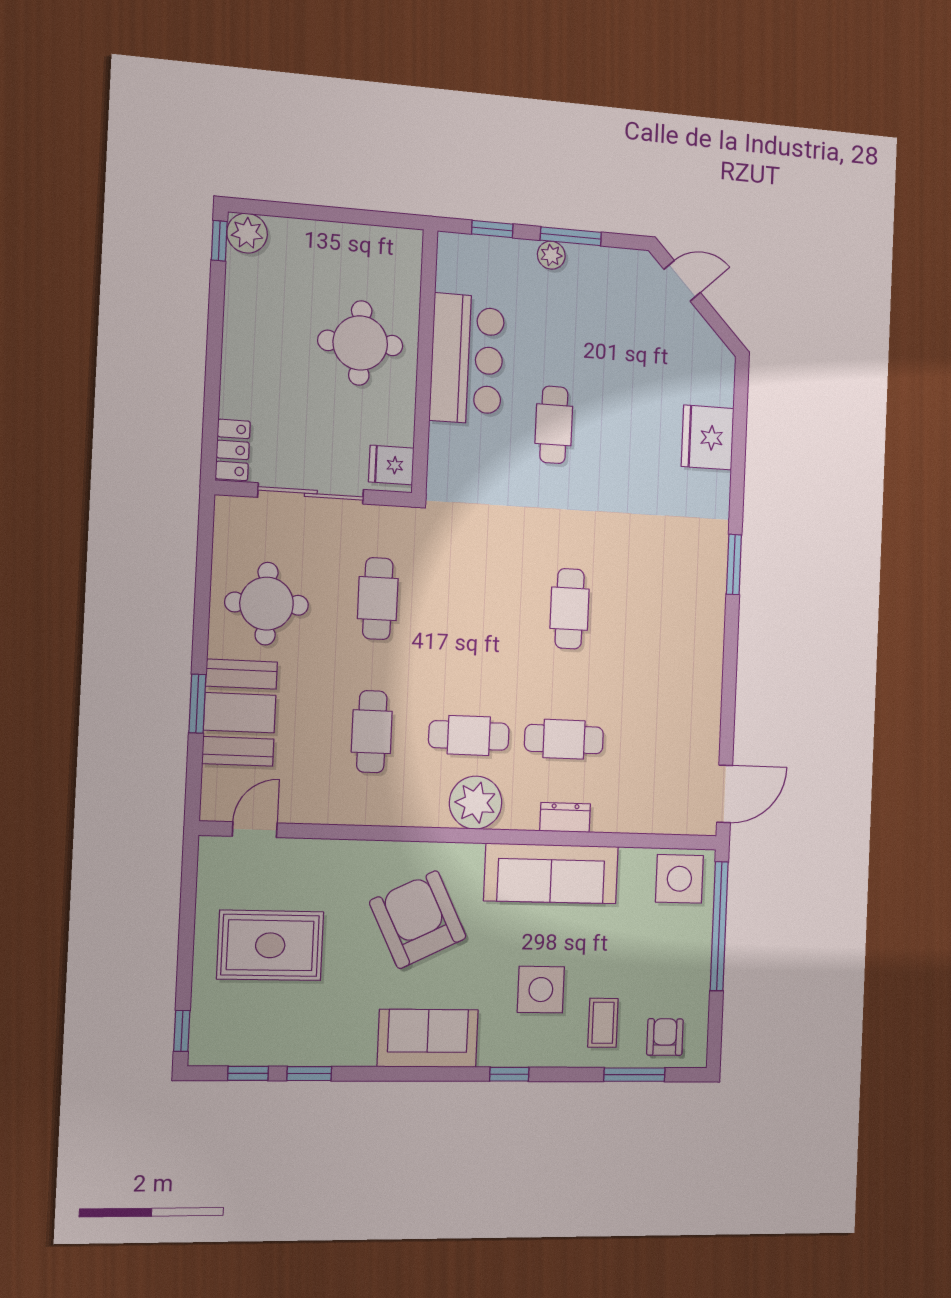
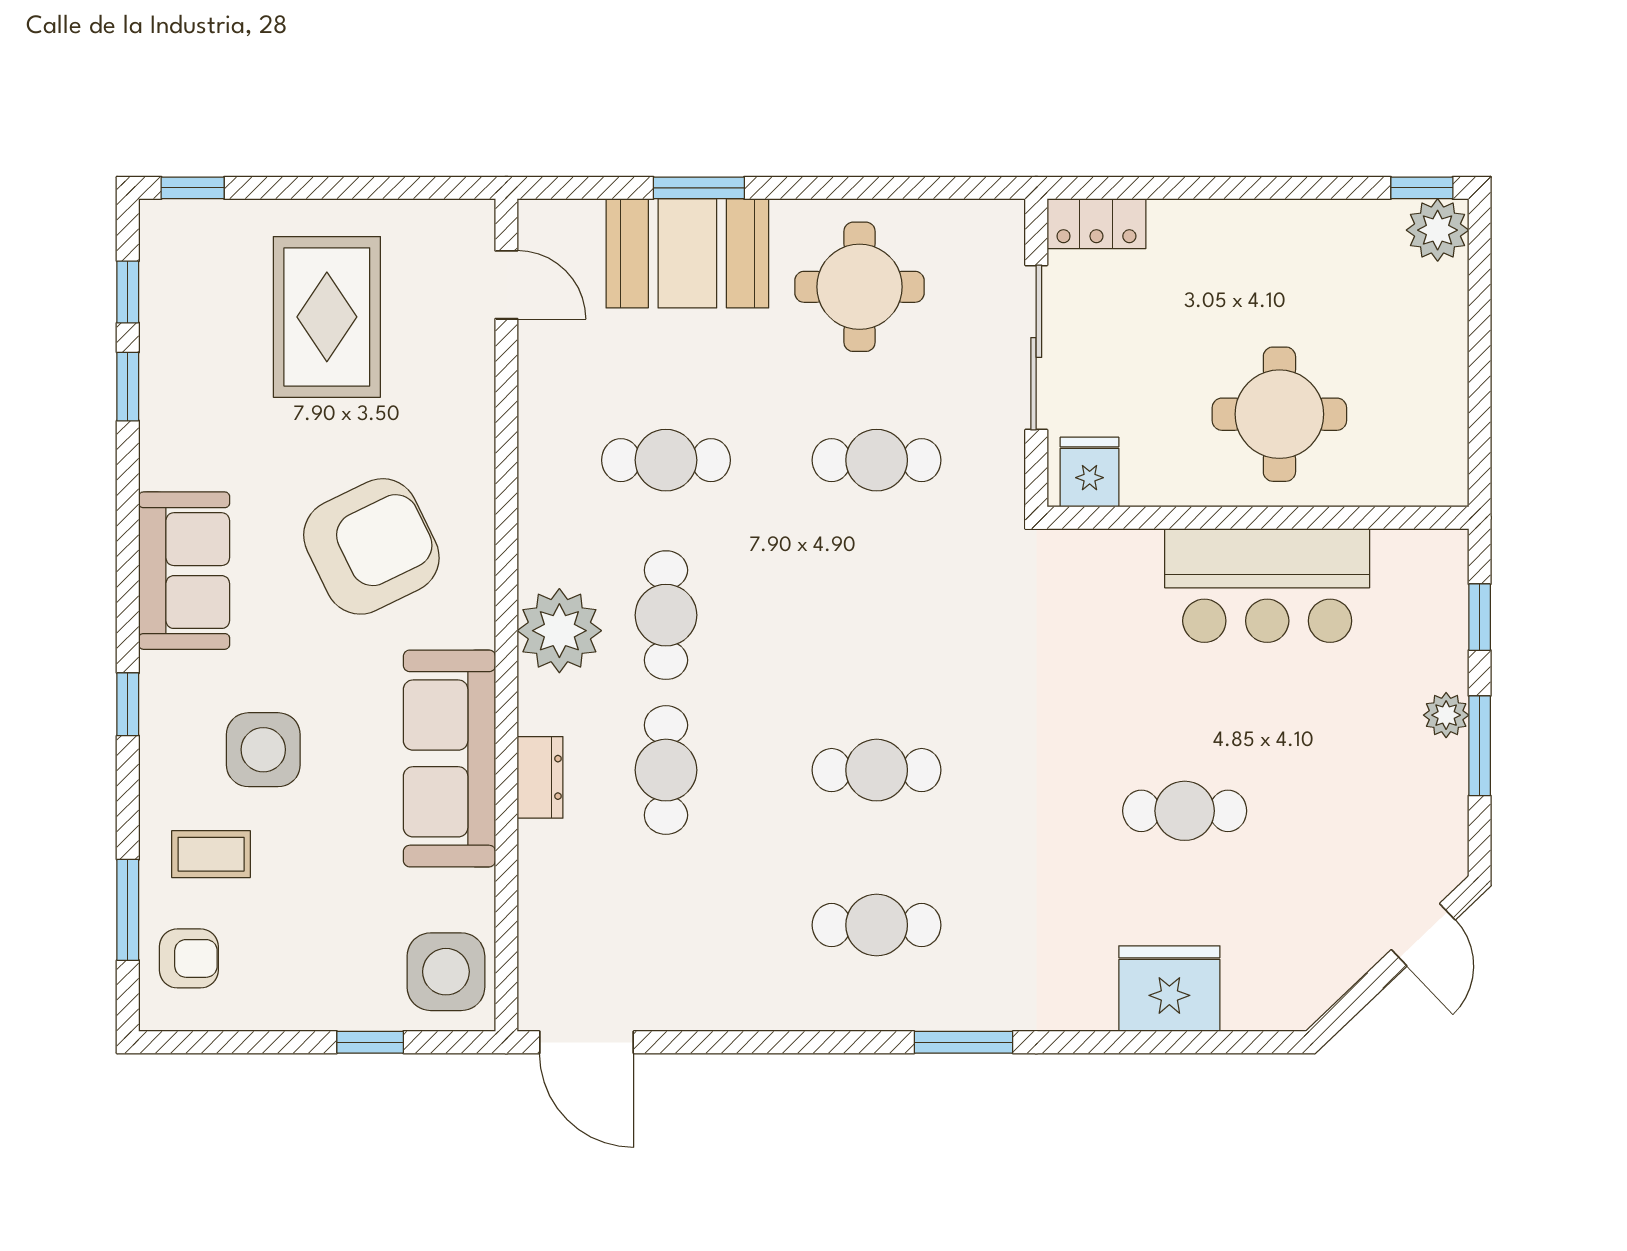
cafe table: (554, 425) -> (1185, 811), moved
cafe table: (663, 614) -> (877, 925), added
window: (719, 926) -> (370, 1042), width x0.32

